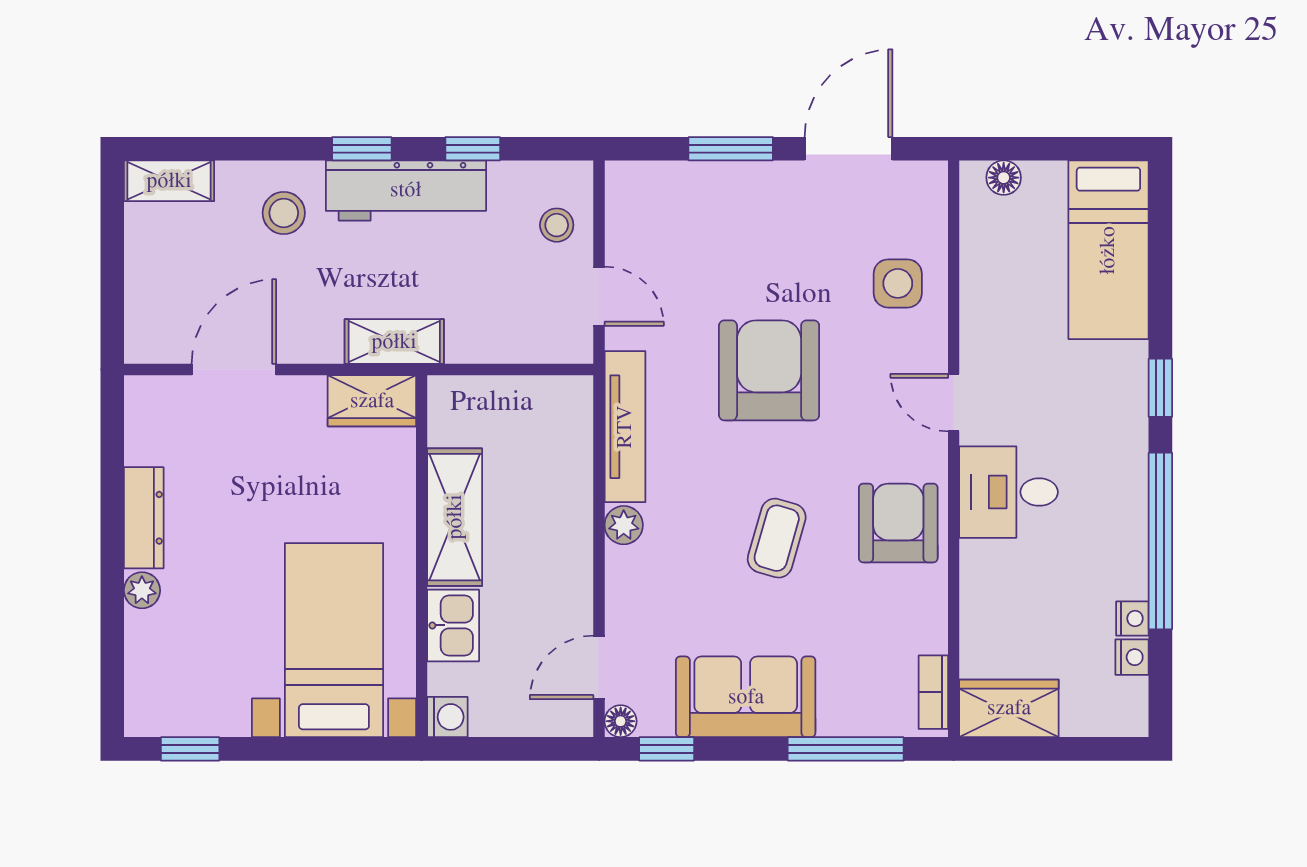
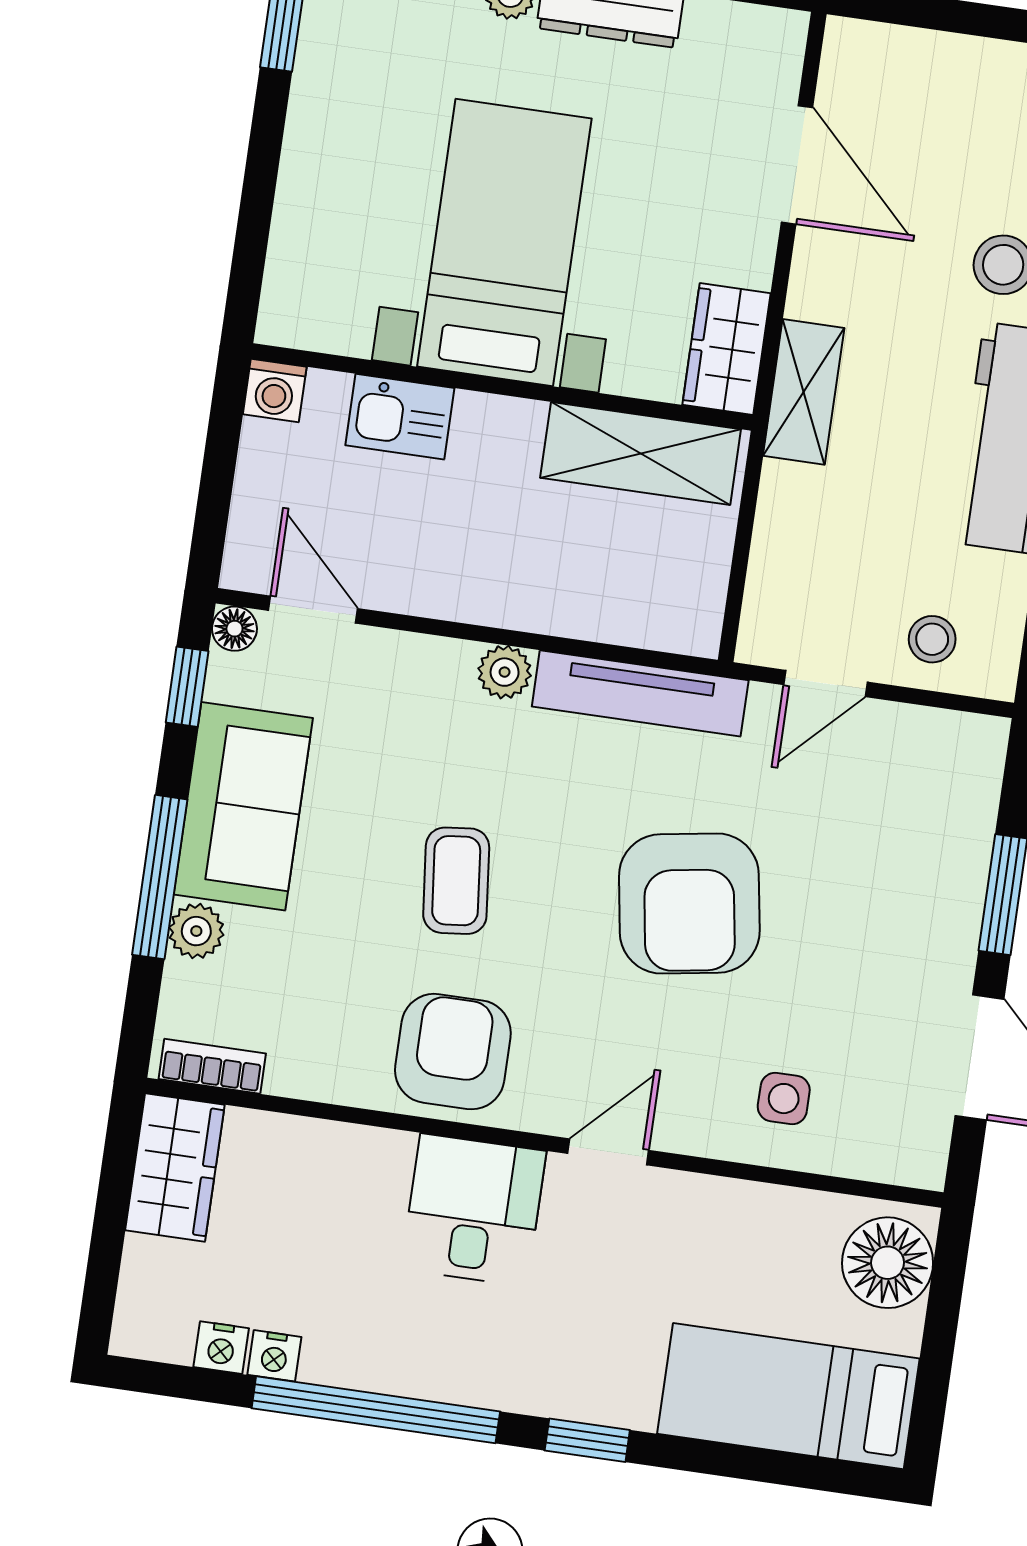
floor lamp: (1004, 178) -> (888, 1263), width x1.89, depth x1.89
side table: (898, 283) -> (784, 1099), width x0.73, depth x0.73
armchair: (769, 370) -> (689, 904), turned 81
shelving: (455, 517) -> (641, 453), moved
armchair: (898, 523) -> (453, 1052), turned -90
coffee table: (777, 538) -> (456, 881), turned 68
bed with nightstands: (334, 640) -> (504, 243), moved, turned -90
plant: (839, 717) -> (196, 931), added
window: (846, 749) -> (160, 877), moved

